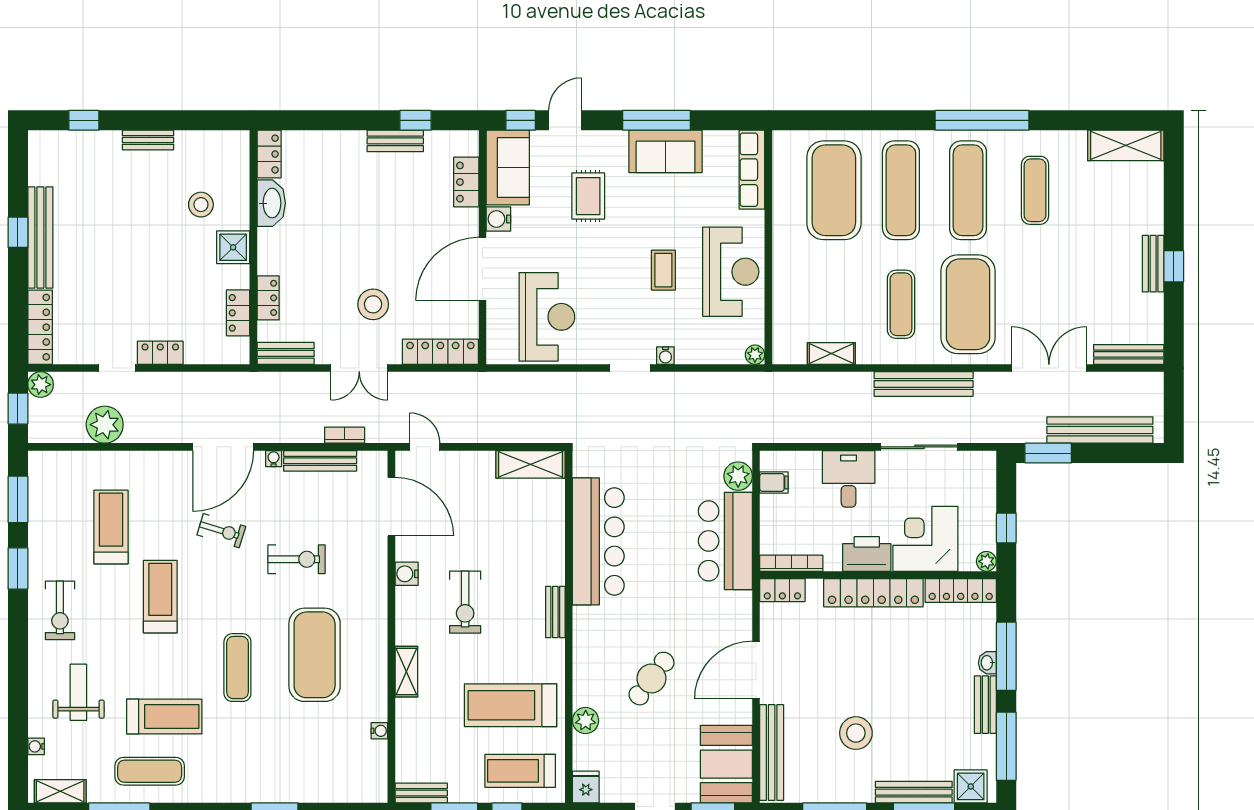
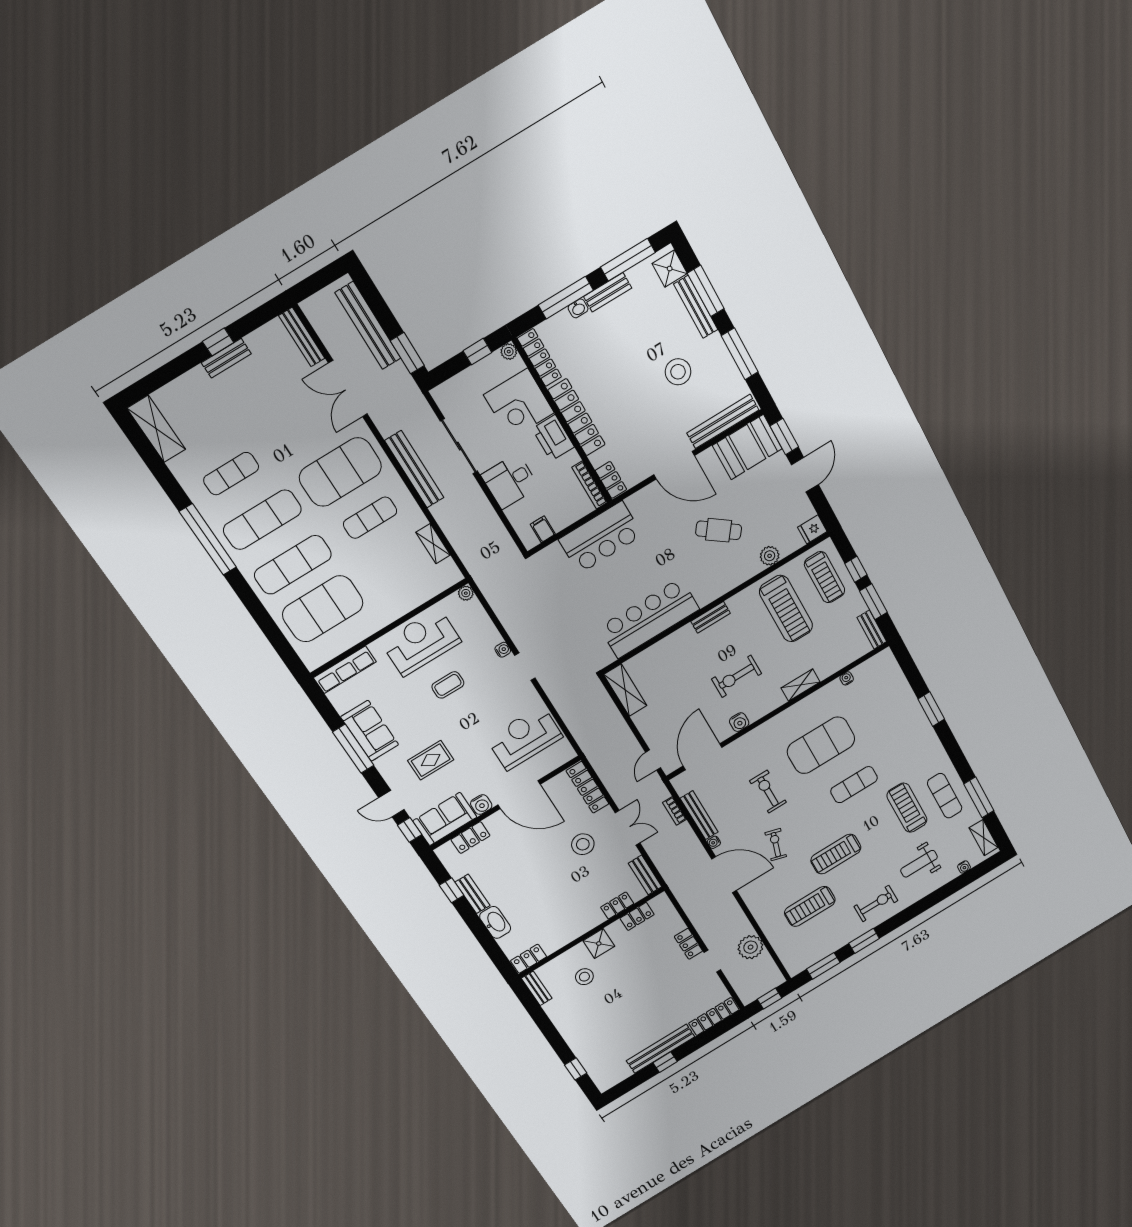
bench: (148, 140) -> (537, 988), moved
washbasin: (271, 203) -> (495, 922), moved, turned 90
plant: (41, 385) -> (748, 995), removed
plant: (738, 476) -> (553, 555), removed
exercise bike: (465, 602) -> (736, 676), turned 180

